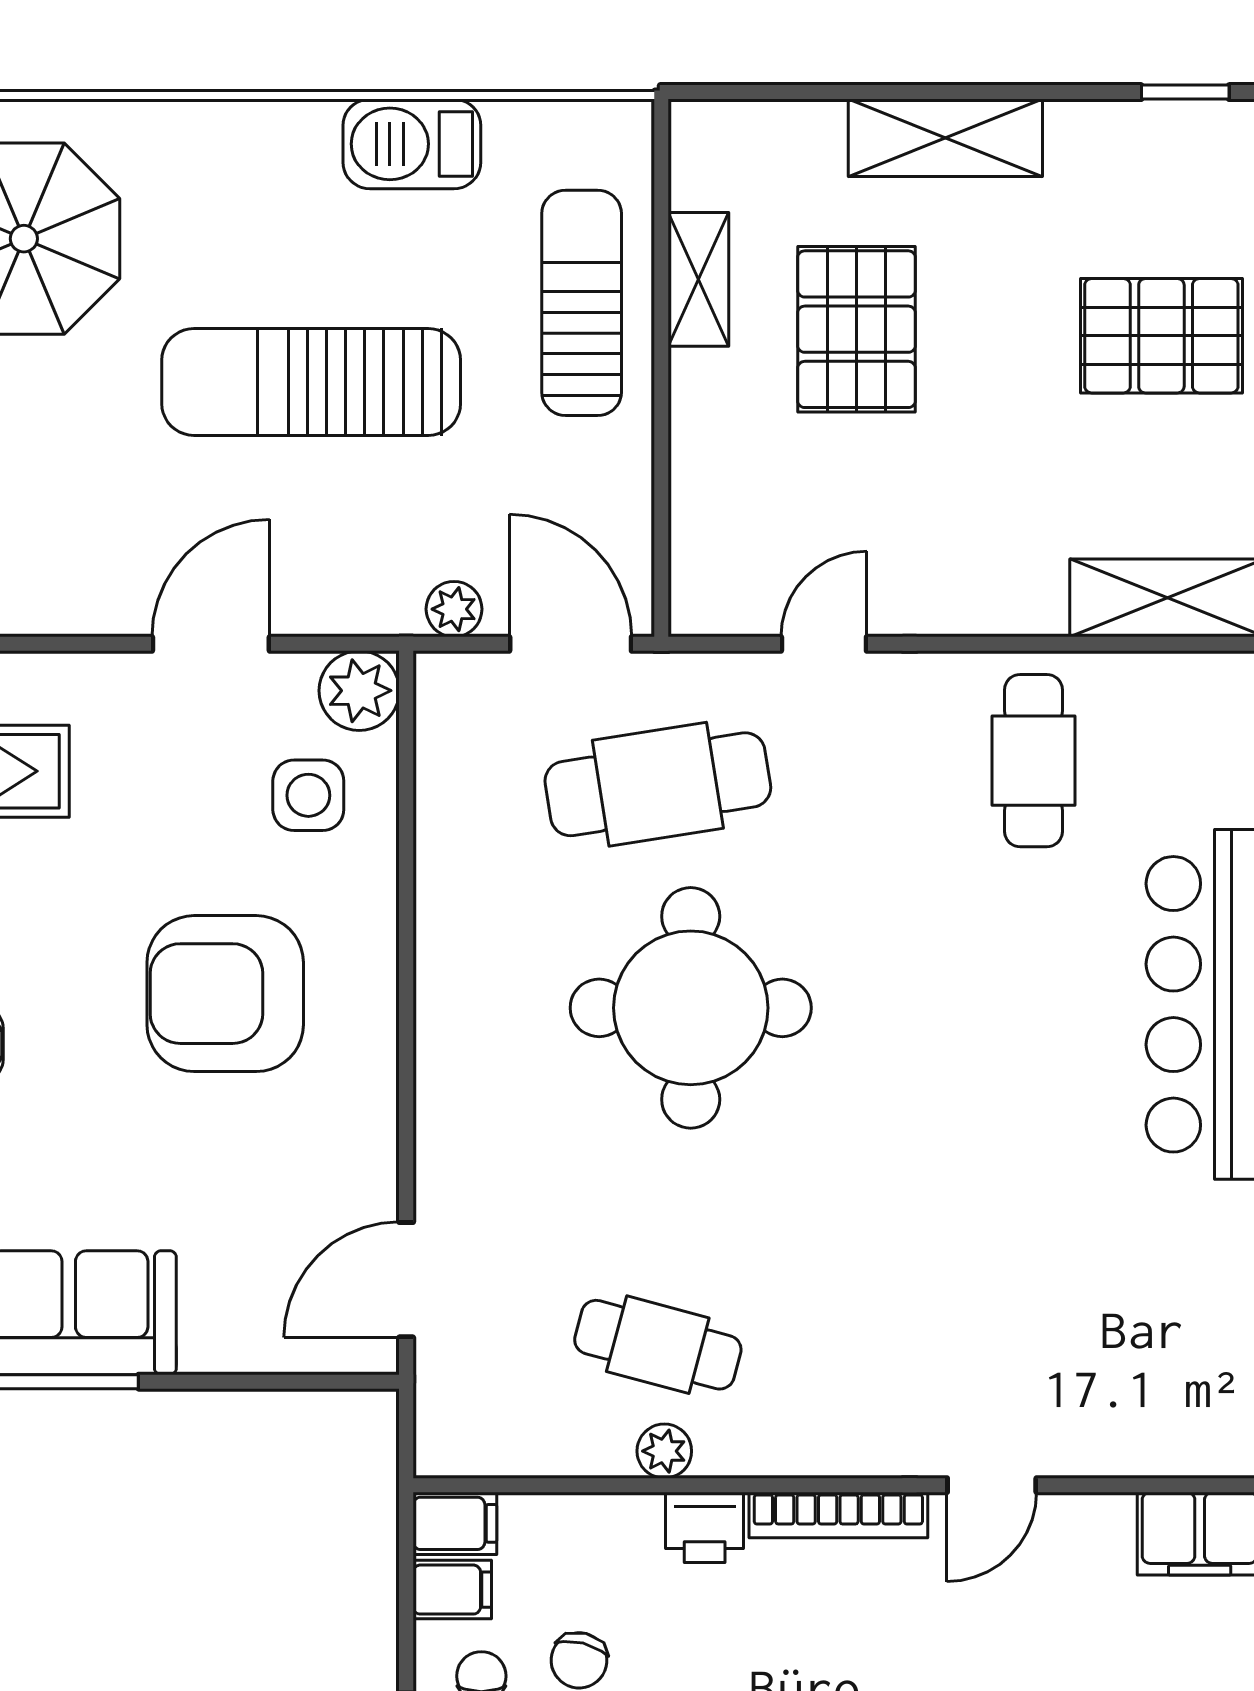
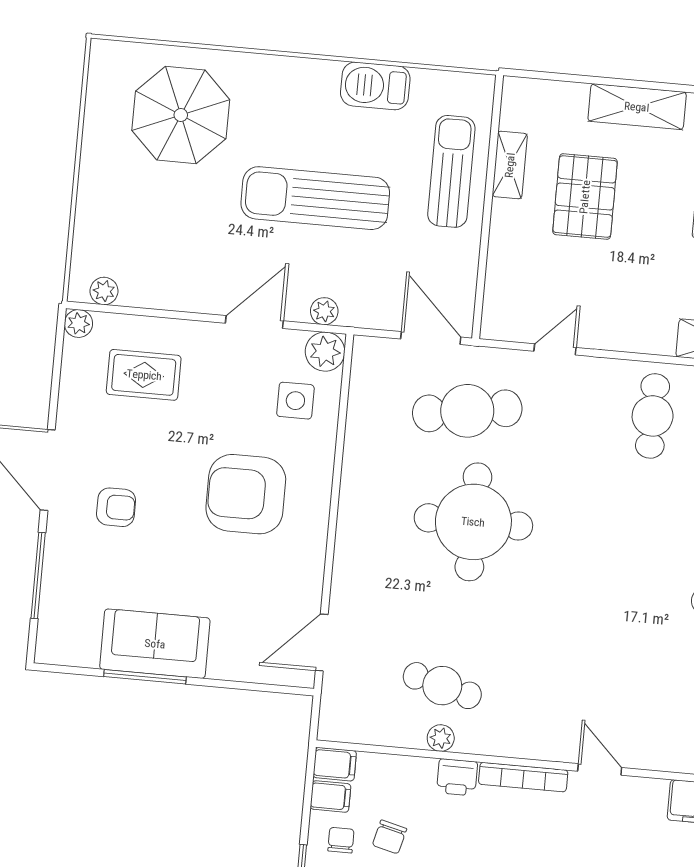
plant: (454, 609) -> (324, 311), moved
door: (992, 1485) -> (600, 769), swing flipped

